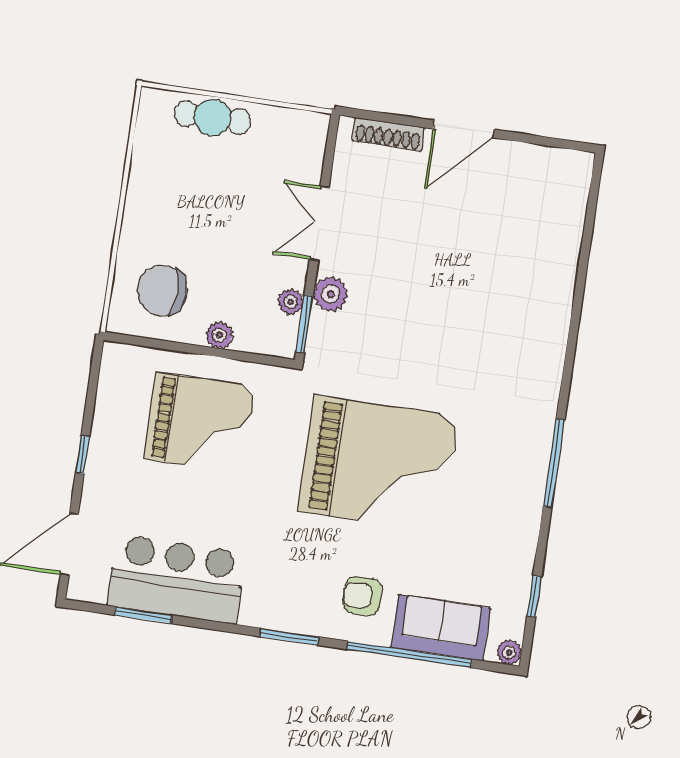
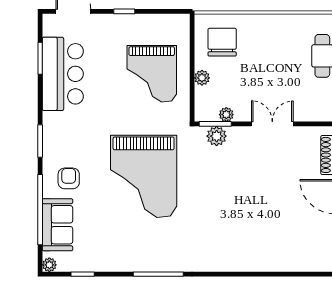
plant: (331, 294) -> (217, 136), moved

